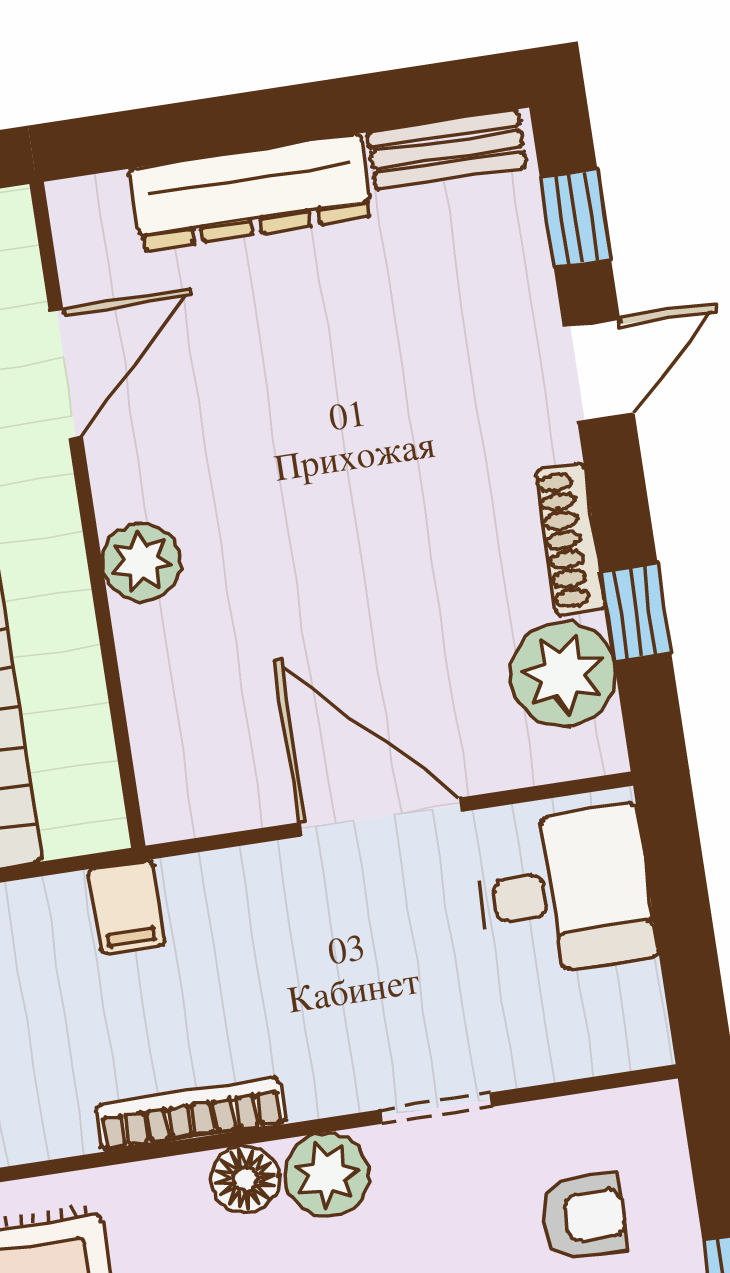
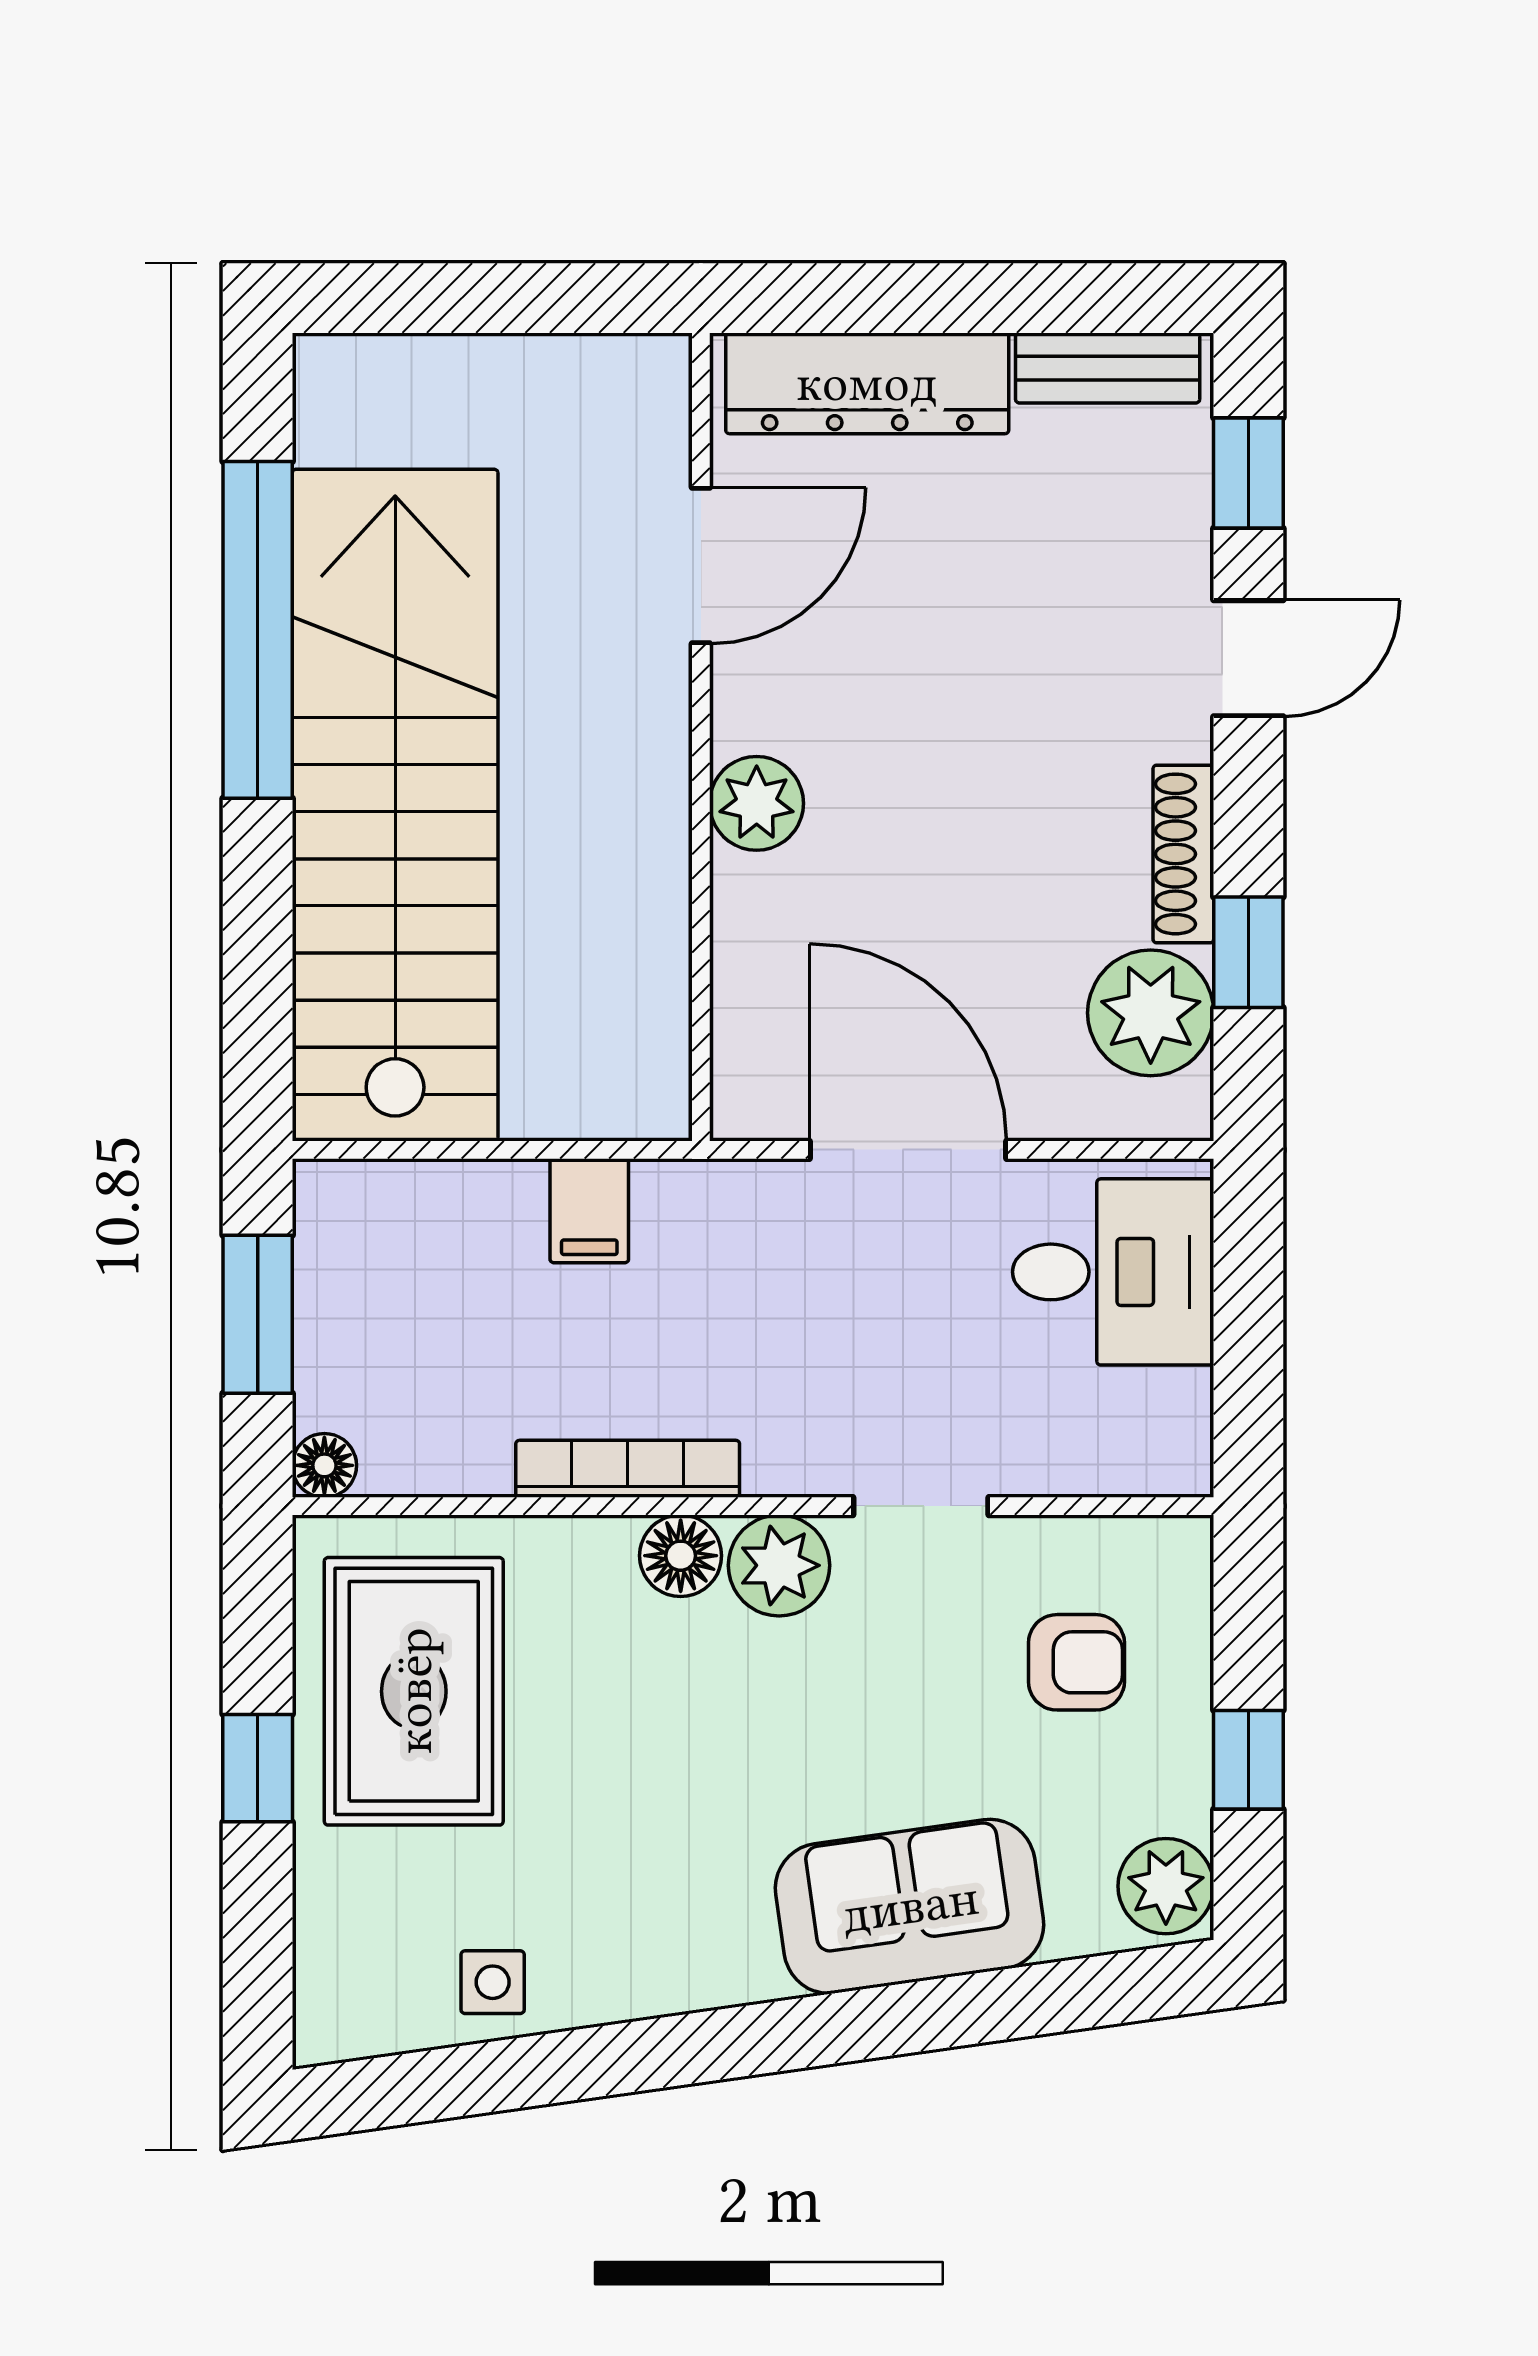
door: (66, 374) -> (701, 565), moved
wall: (87, 515) -> (701, 737), moved
plant: (141, 562) -> (757, 803), moved

